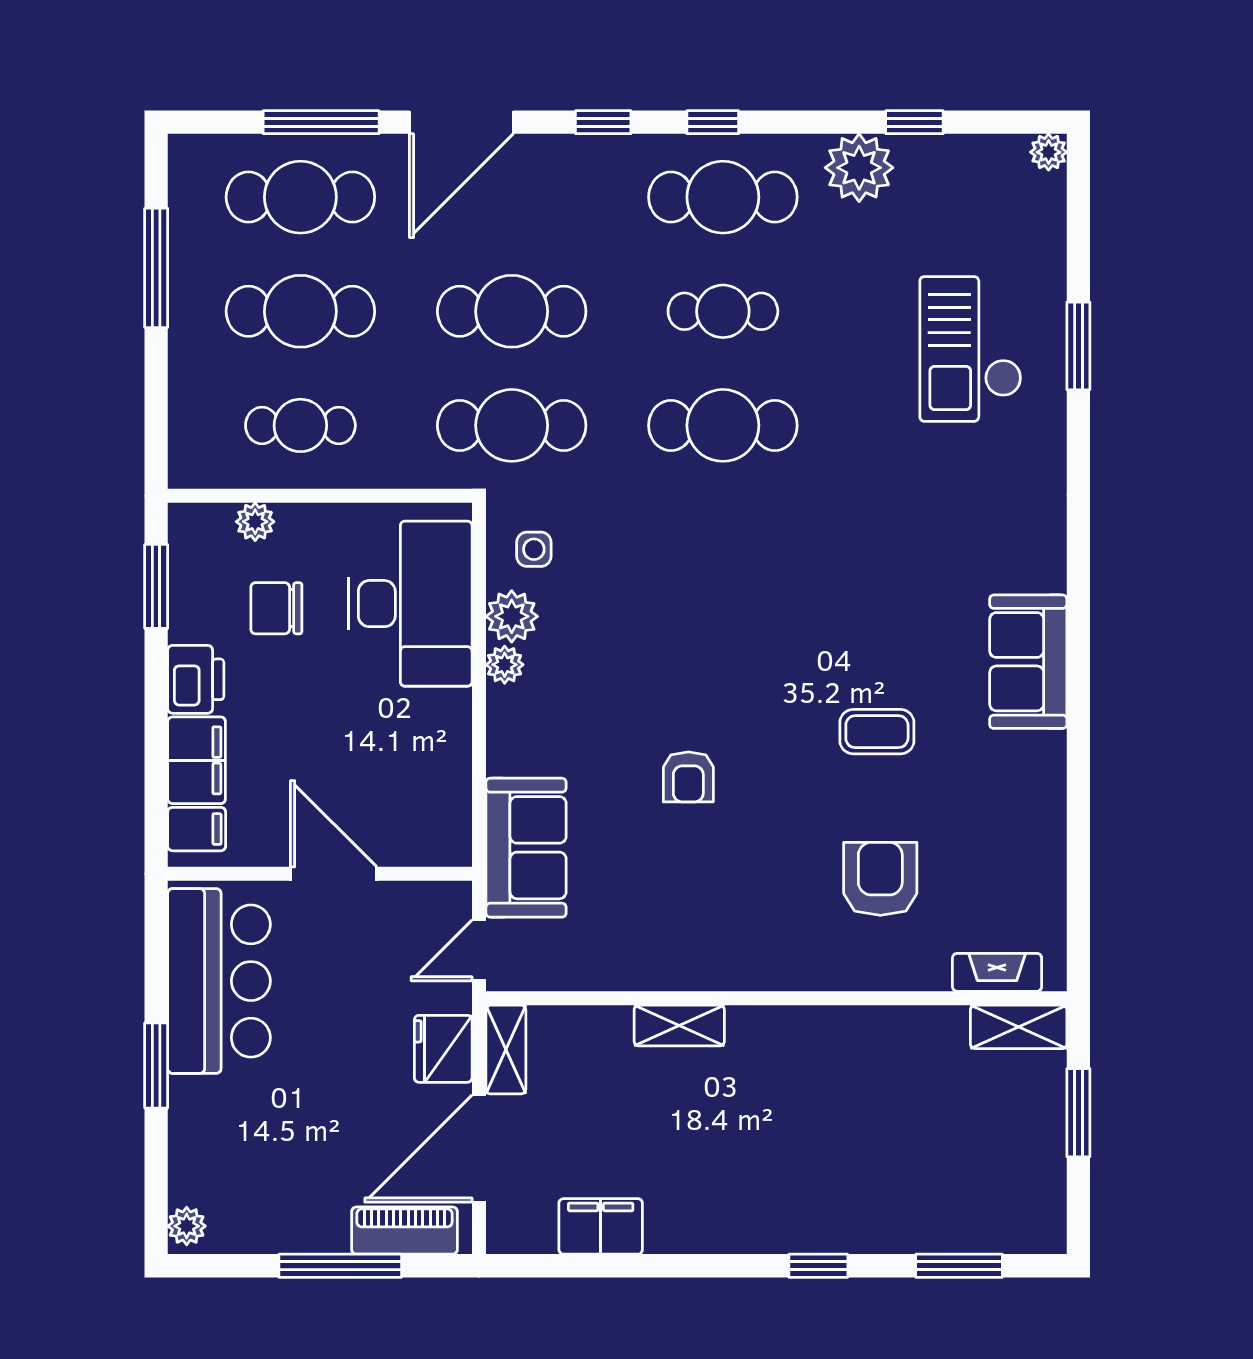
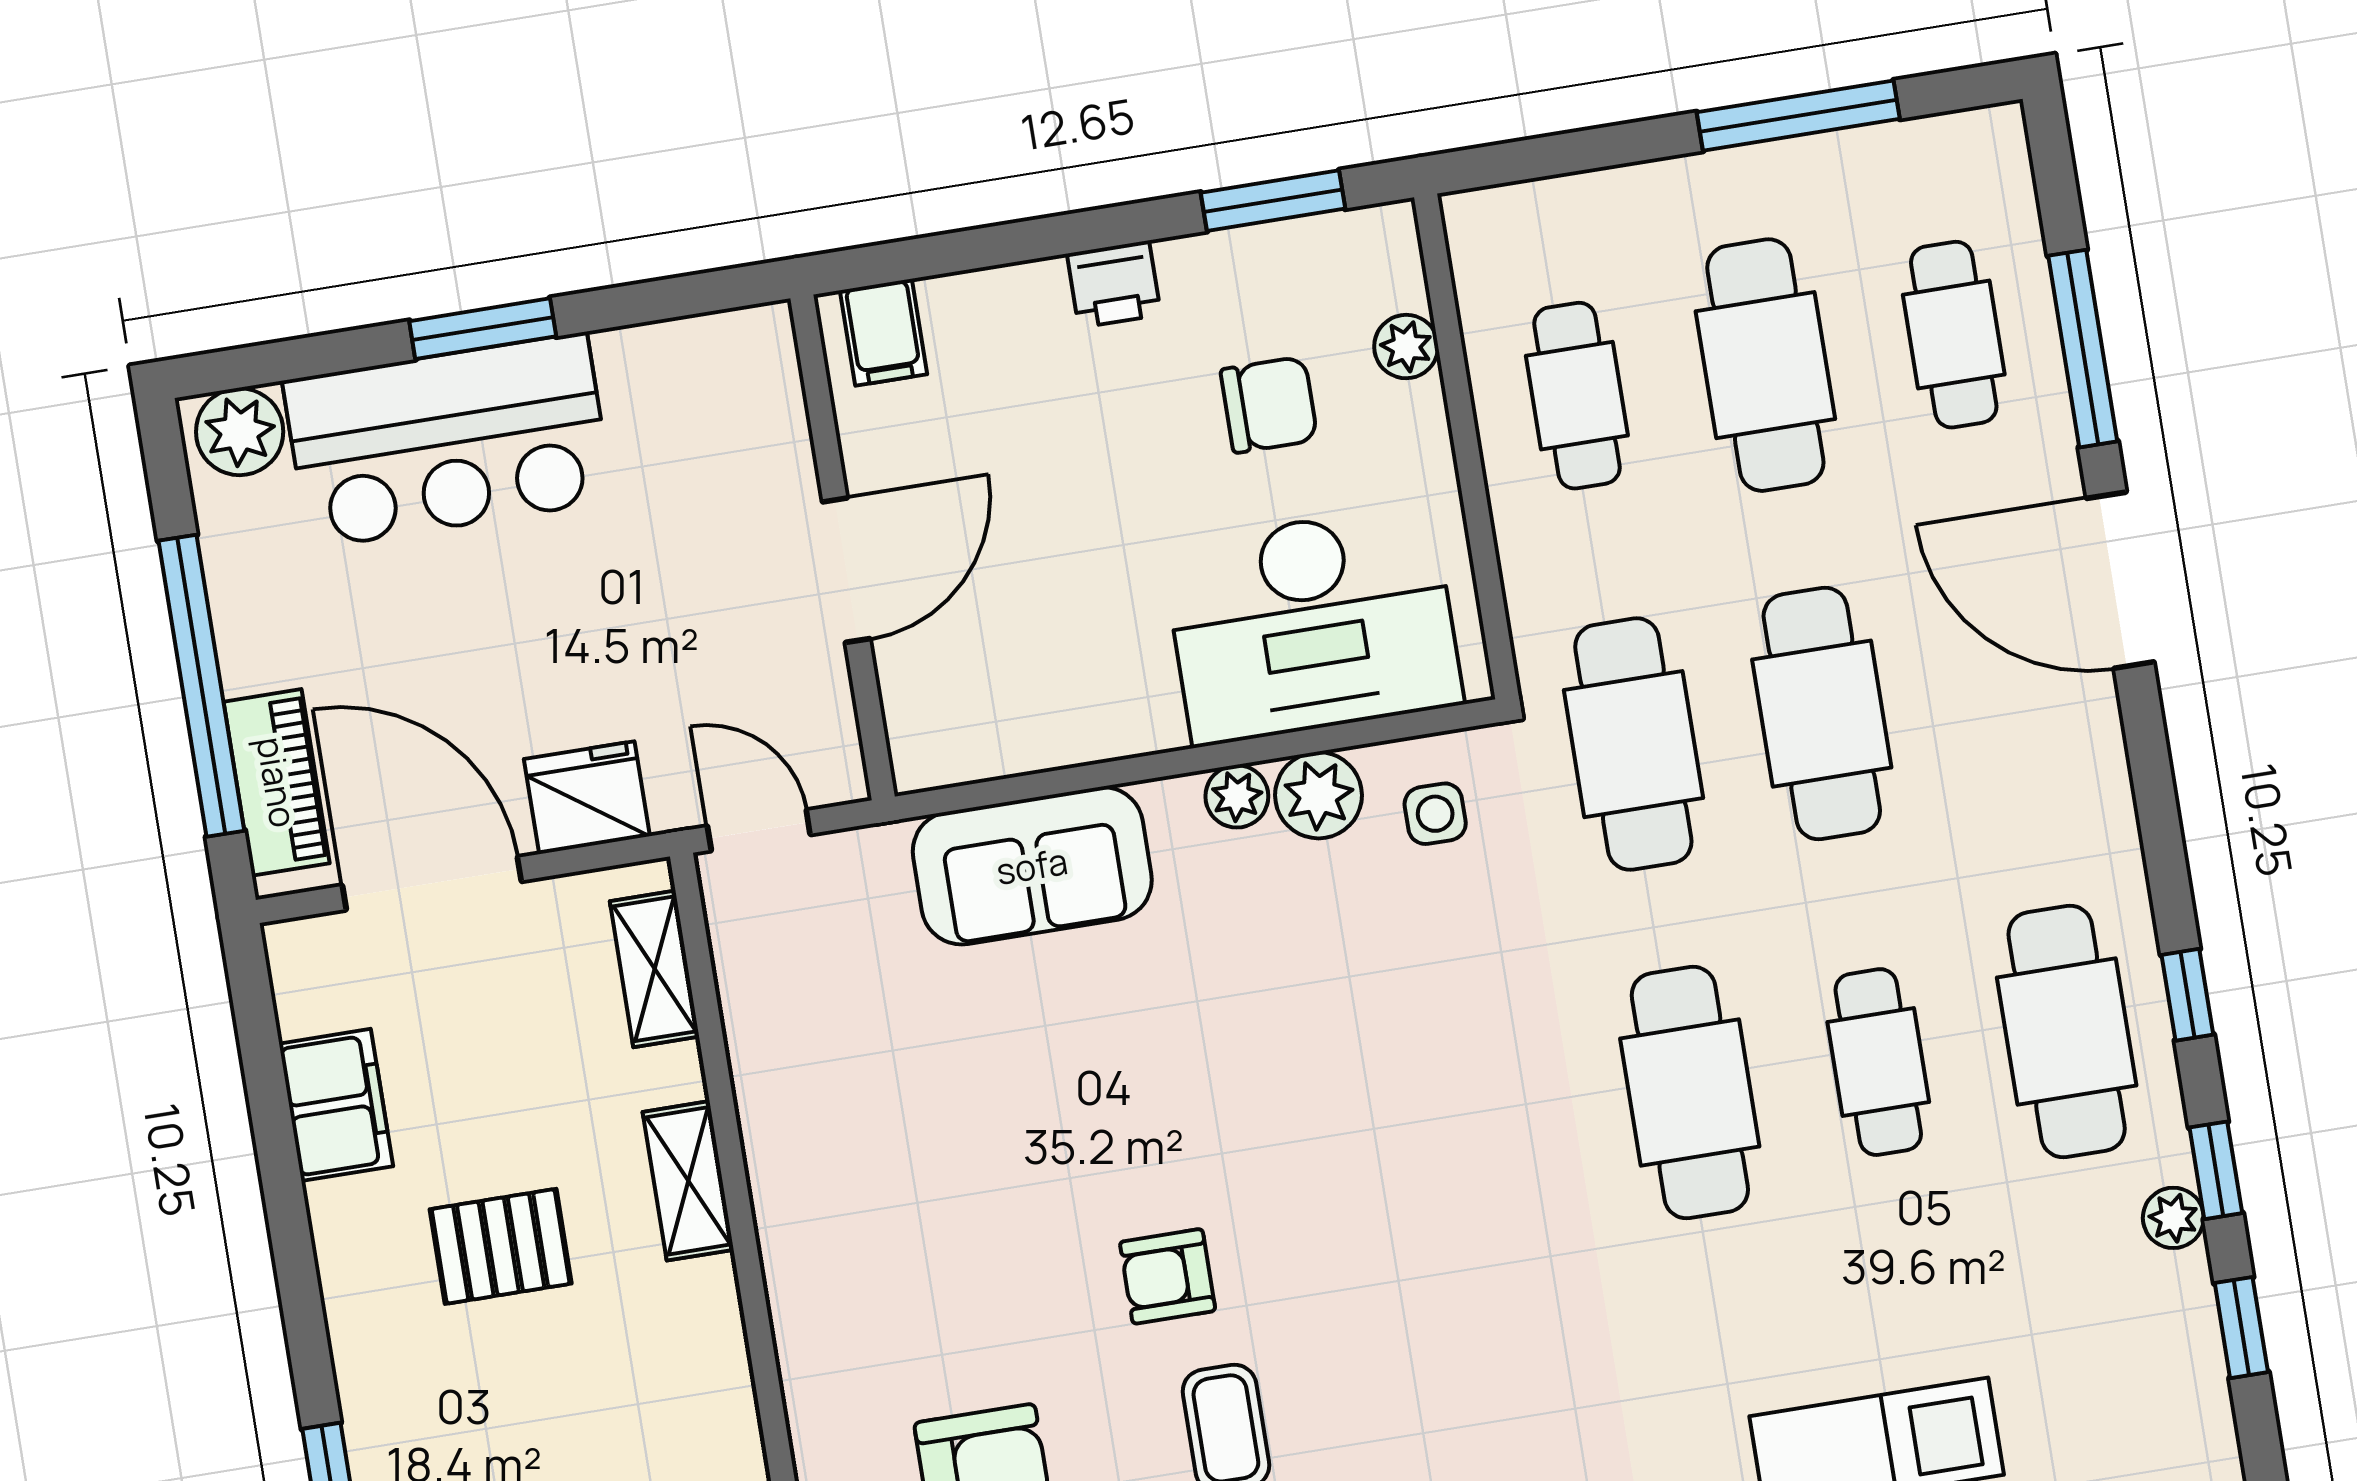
window: (603, 122) -> (2216, 1170), moved
plant: (859, 168) -> (2173, 1218), width x0.53, depth x0.53
cafe table: (300, 197) -> (1954, 335), width x0.73, depth x0.74
chair: (276, 608) -> (1269, 405), turned 90
printer: (196, 679) -> (1114, 284), width x0.73, depth x0.81
filing cabinet: (197, 760) -> (997, 314), removed
armchair: (688, 777) -> (1168, 1276), moved
sofa: (526, 848) -> (1032, 866), moved
bar counter: (219, 981) -> (448, 441), moved
shelving: (506, 1050) -> (655, 969), moved, turned 90
pallet: (700, 1143) -> (501, 1246), added
plant: (187, 1226) -> (240, 432), width x1.38, depth x1.38
window: (340, 1266) -> (201, 686), width x1.46

